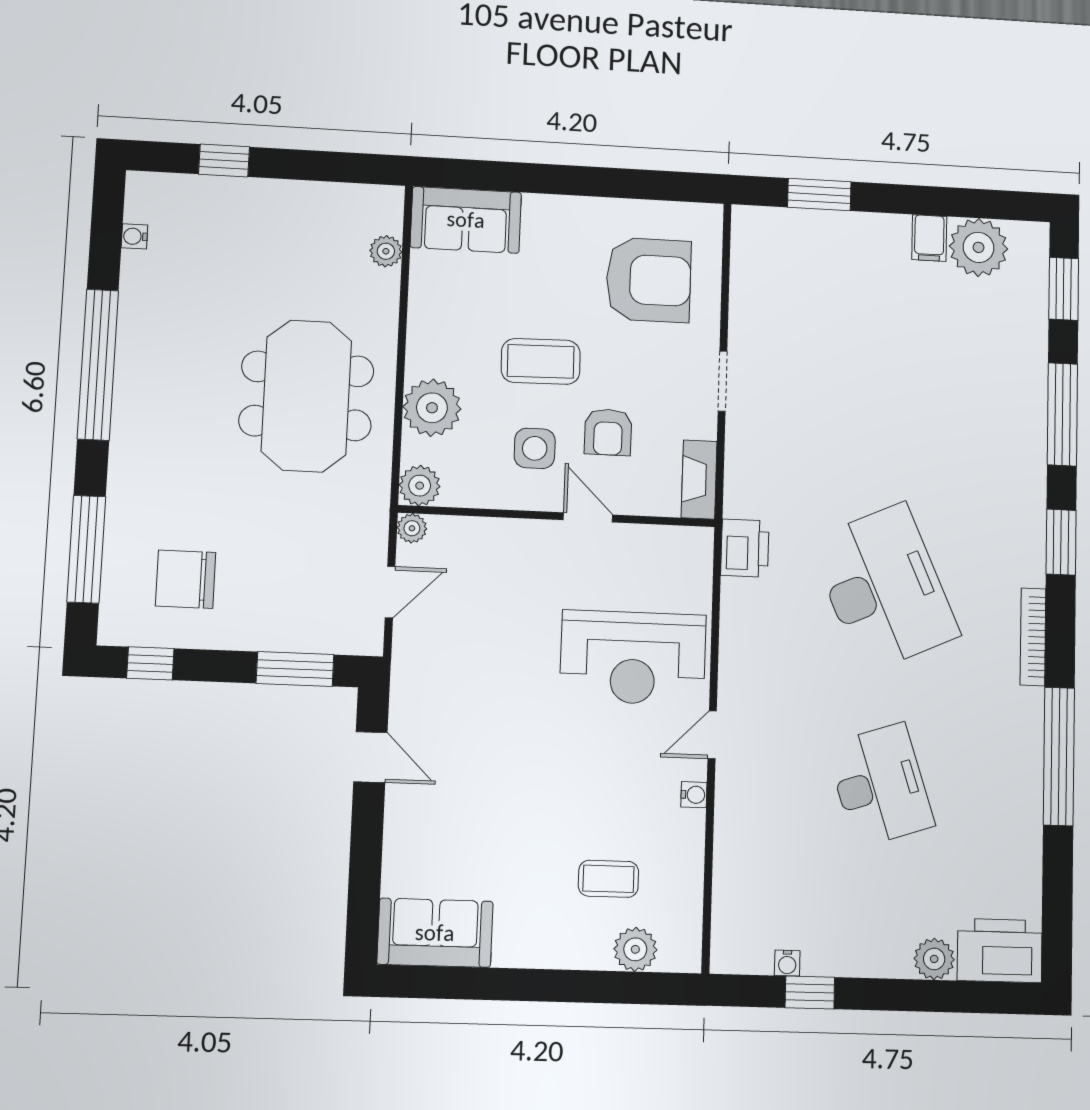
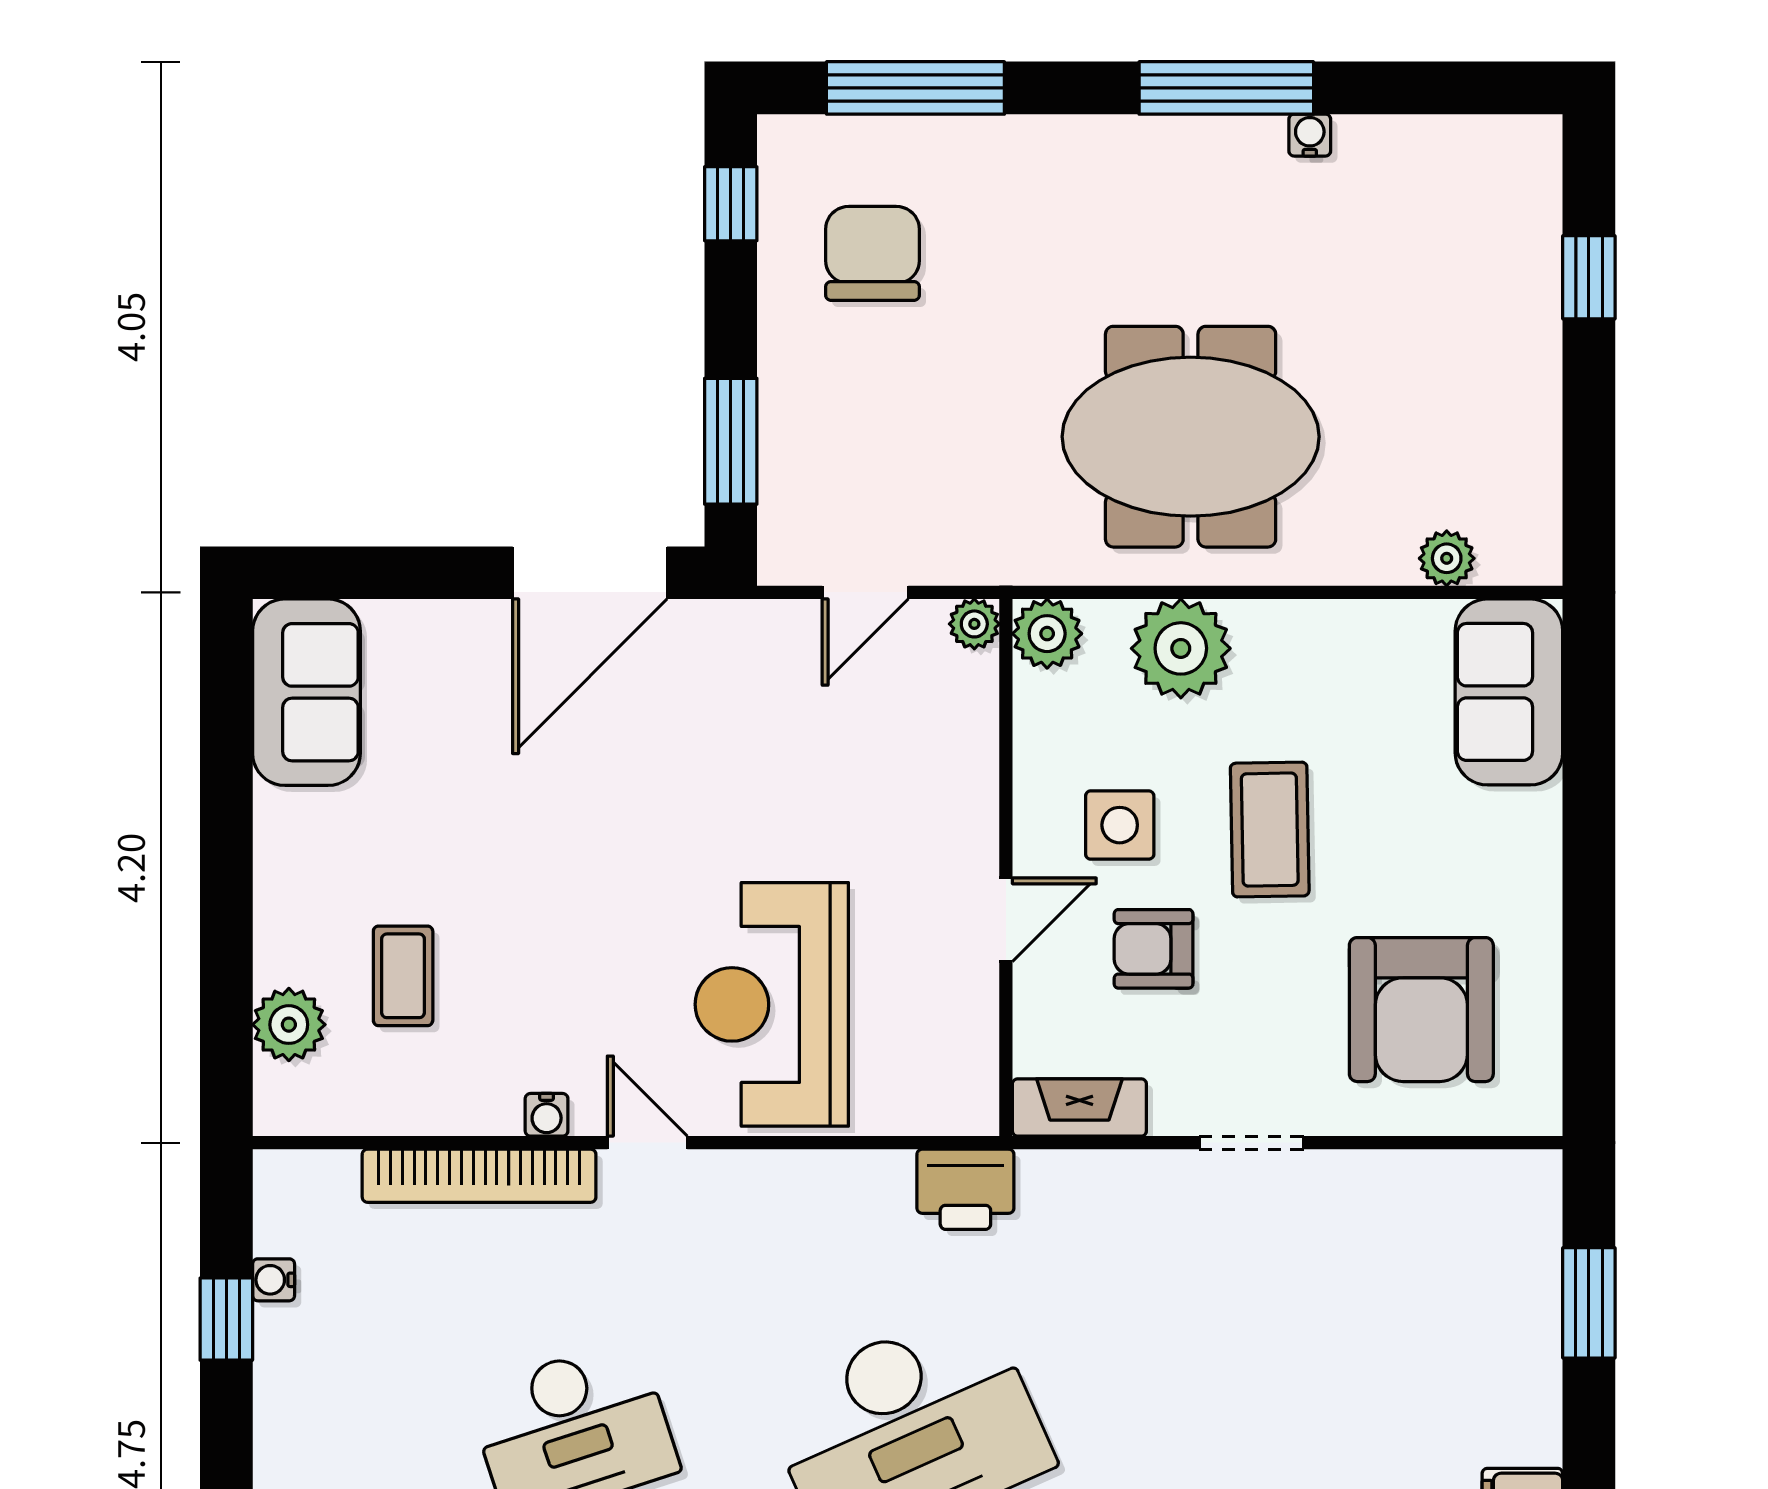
water cooler: (134, 236) -> (1310, 135), moved
window: (98, 365) -> (1226, 88), width x0.68
door: (390, 592) -> (865, 592), hinge flipped
door: (370, 757) -> (590, 573), width x1.88
bookcase: (729, 836) -> (479, 1176), added

